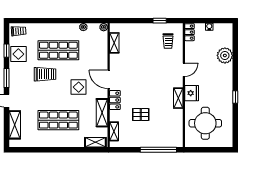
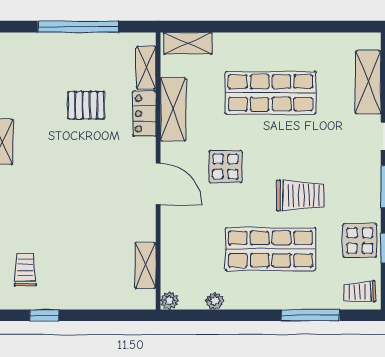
window: (41, 21) -> (310, 315), added
trolley: (45, 74) -> (300, 195), turned 180
locker: (115, 100) -> (144, 114), moved
window: (158, 150) -> (78, 27), moved

